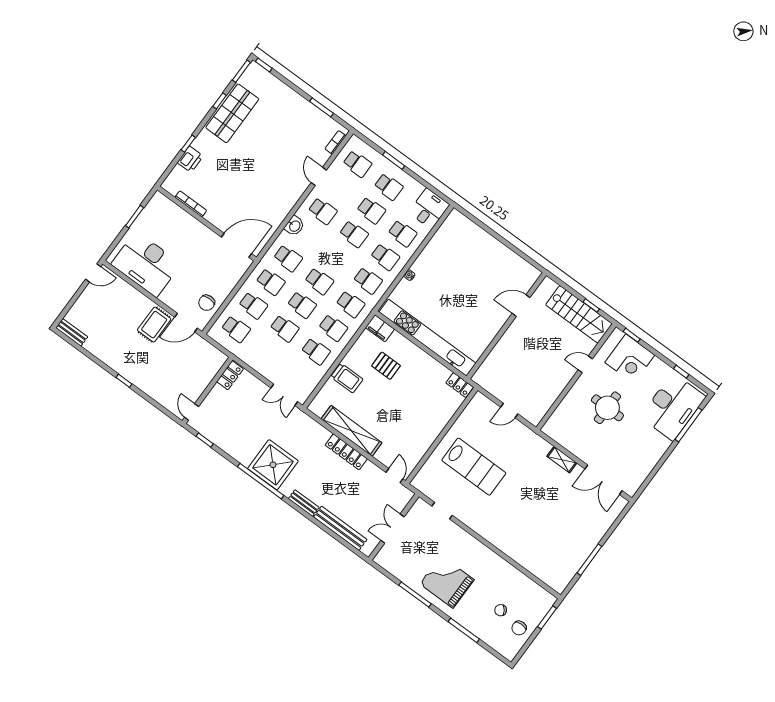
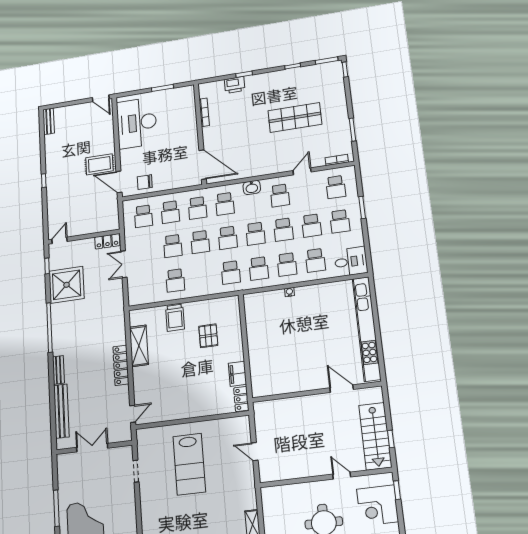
shop shelf: (232, 113) -> (295, 117), moved
school desk: (333, 328) -> (255, 234), moved
filing cabinet: (380, 328) -> (237, 374), moved
kitchen unit: (427, 338) -> (367, 329), moved, turned 180
double door: (284, 395) -> (124, 264), moved
shelving: (352, 431) -> (139, 346), width x0.68
shower: (273, 465) -> (67, 285), moved

